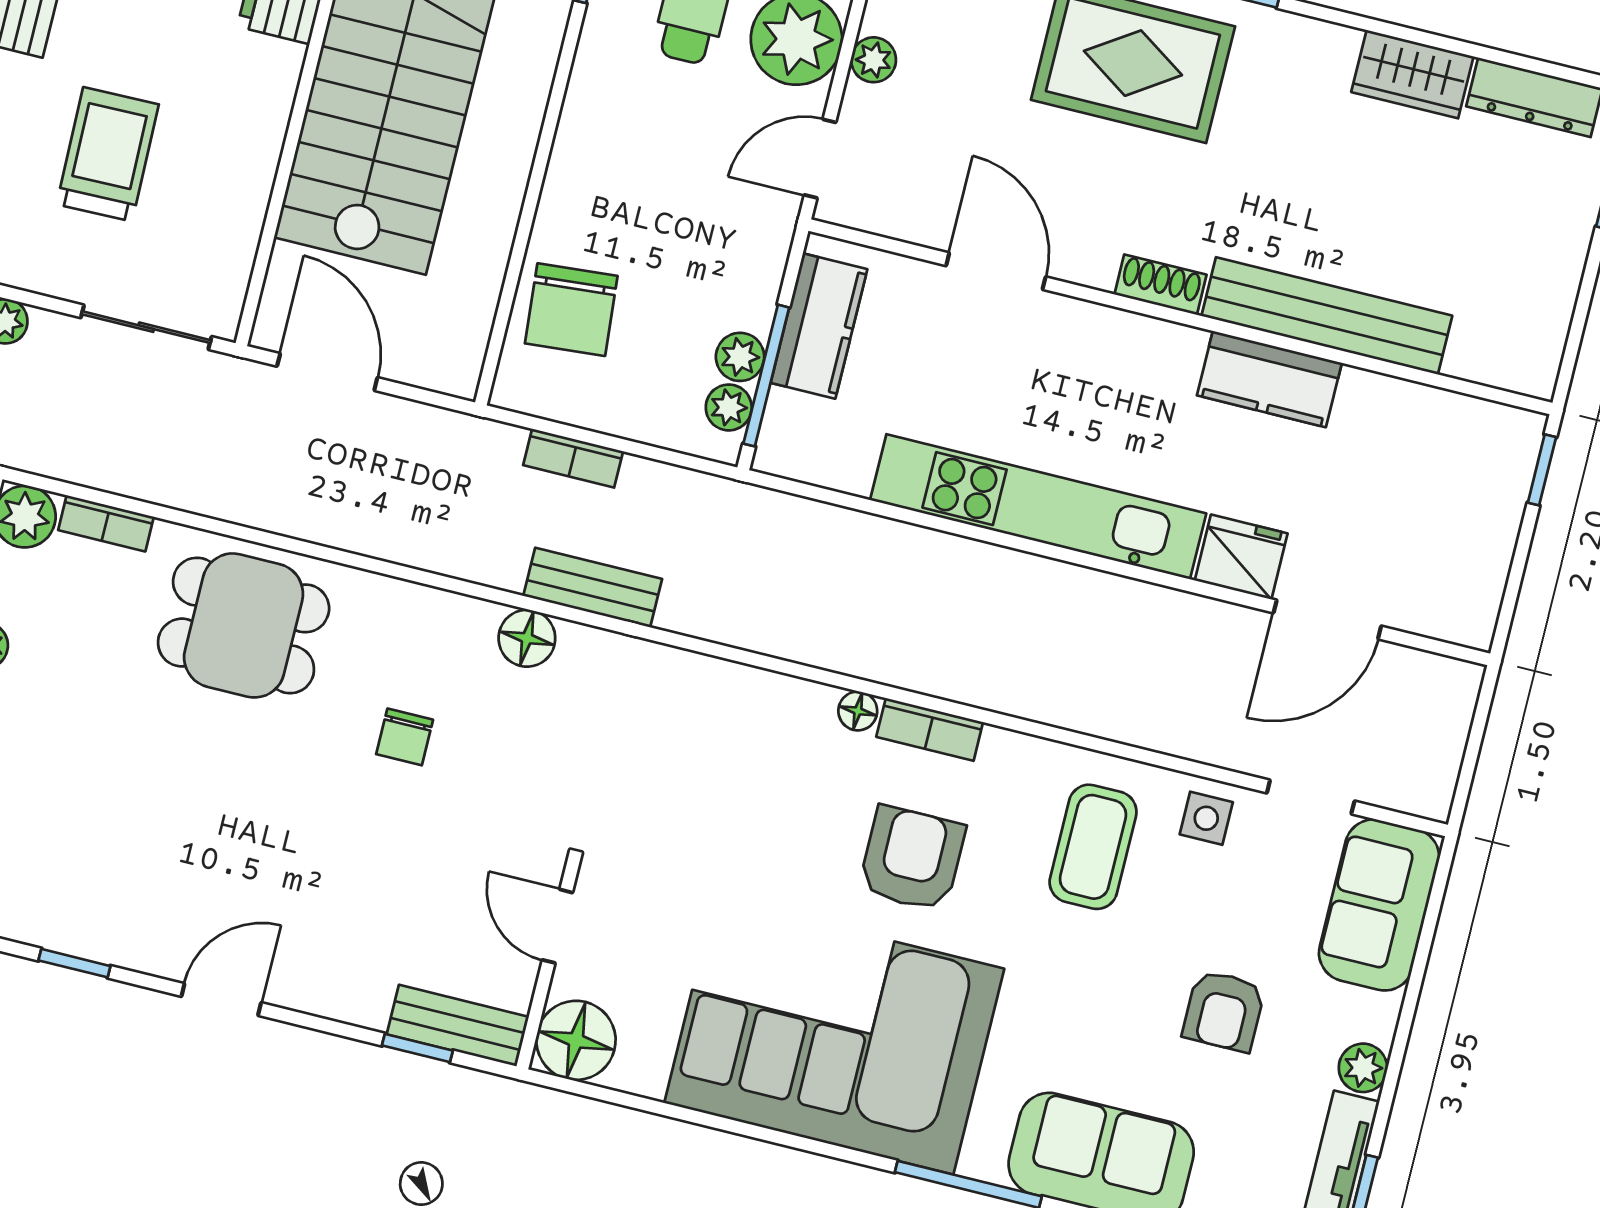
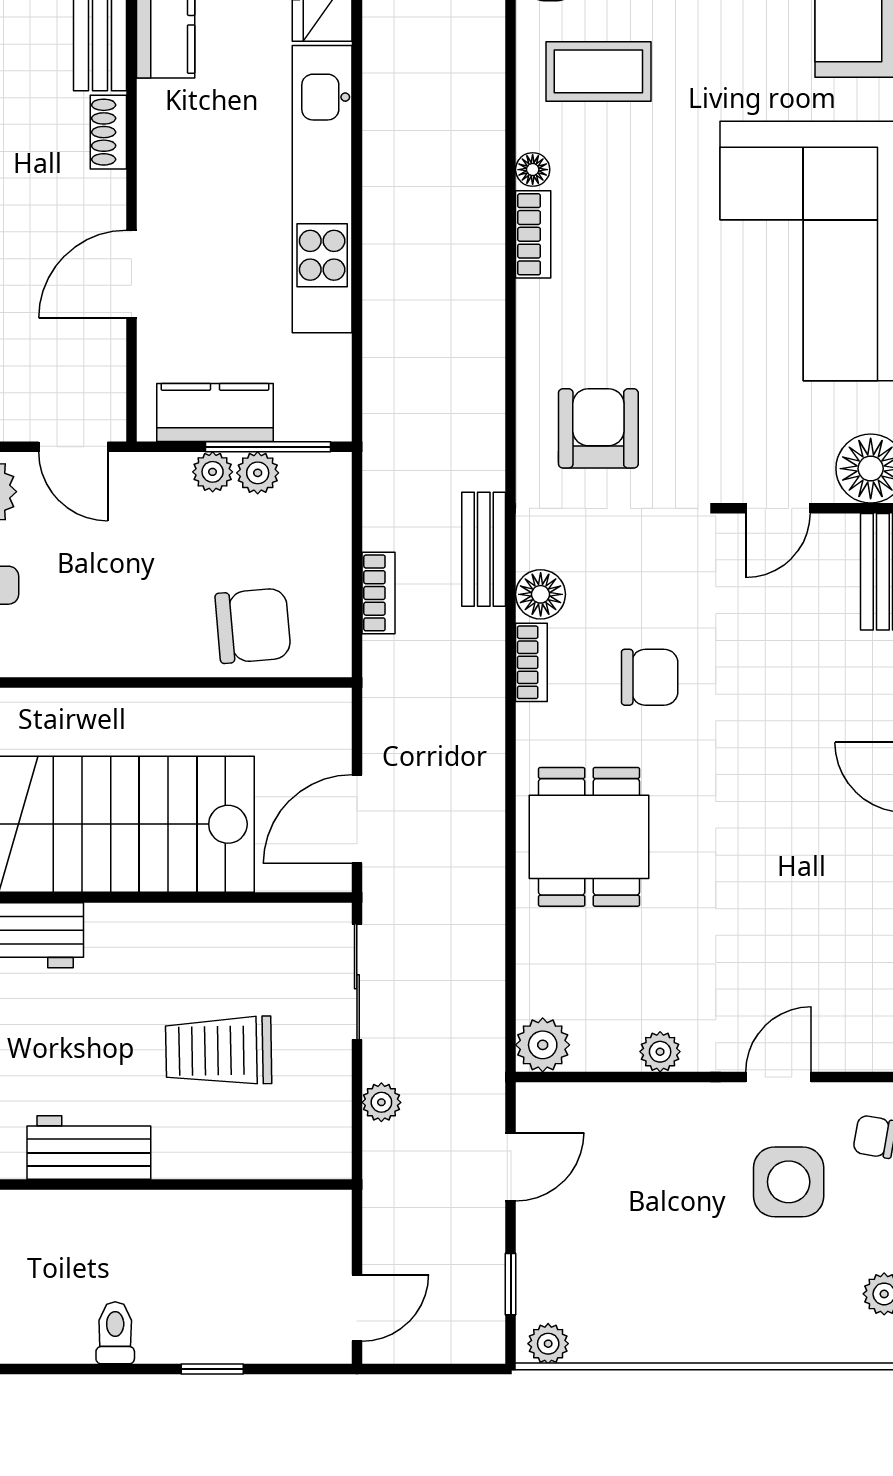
plant: (729, 407) -> (213, 472), moved
bookcase: (106, 523) -> (531, 662), moved
floor lamp: (858, 711) -> (533, 170), moved
chair: (405, 737) -> (650, 677), width x1.37, depth x1.37
armchair: (912, 859) -> (598, 428), moved, turned 90

